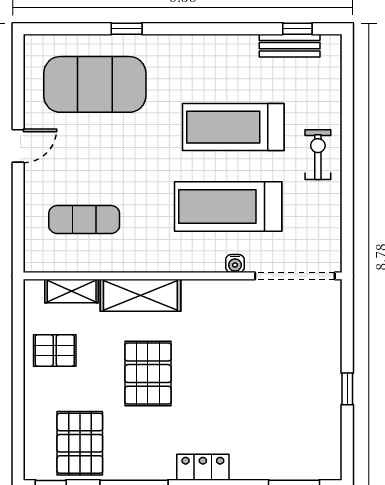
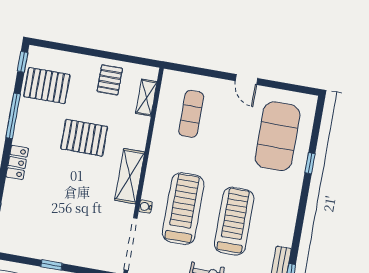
shelving: (140, 295) -> (130, 176), moved

